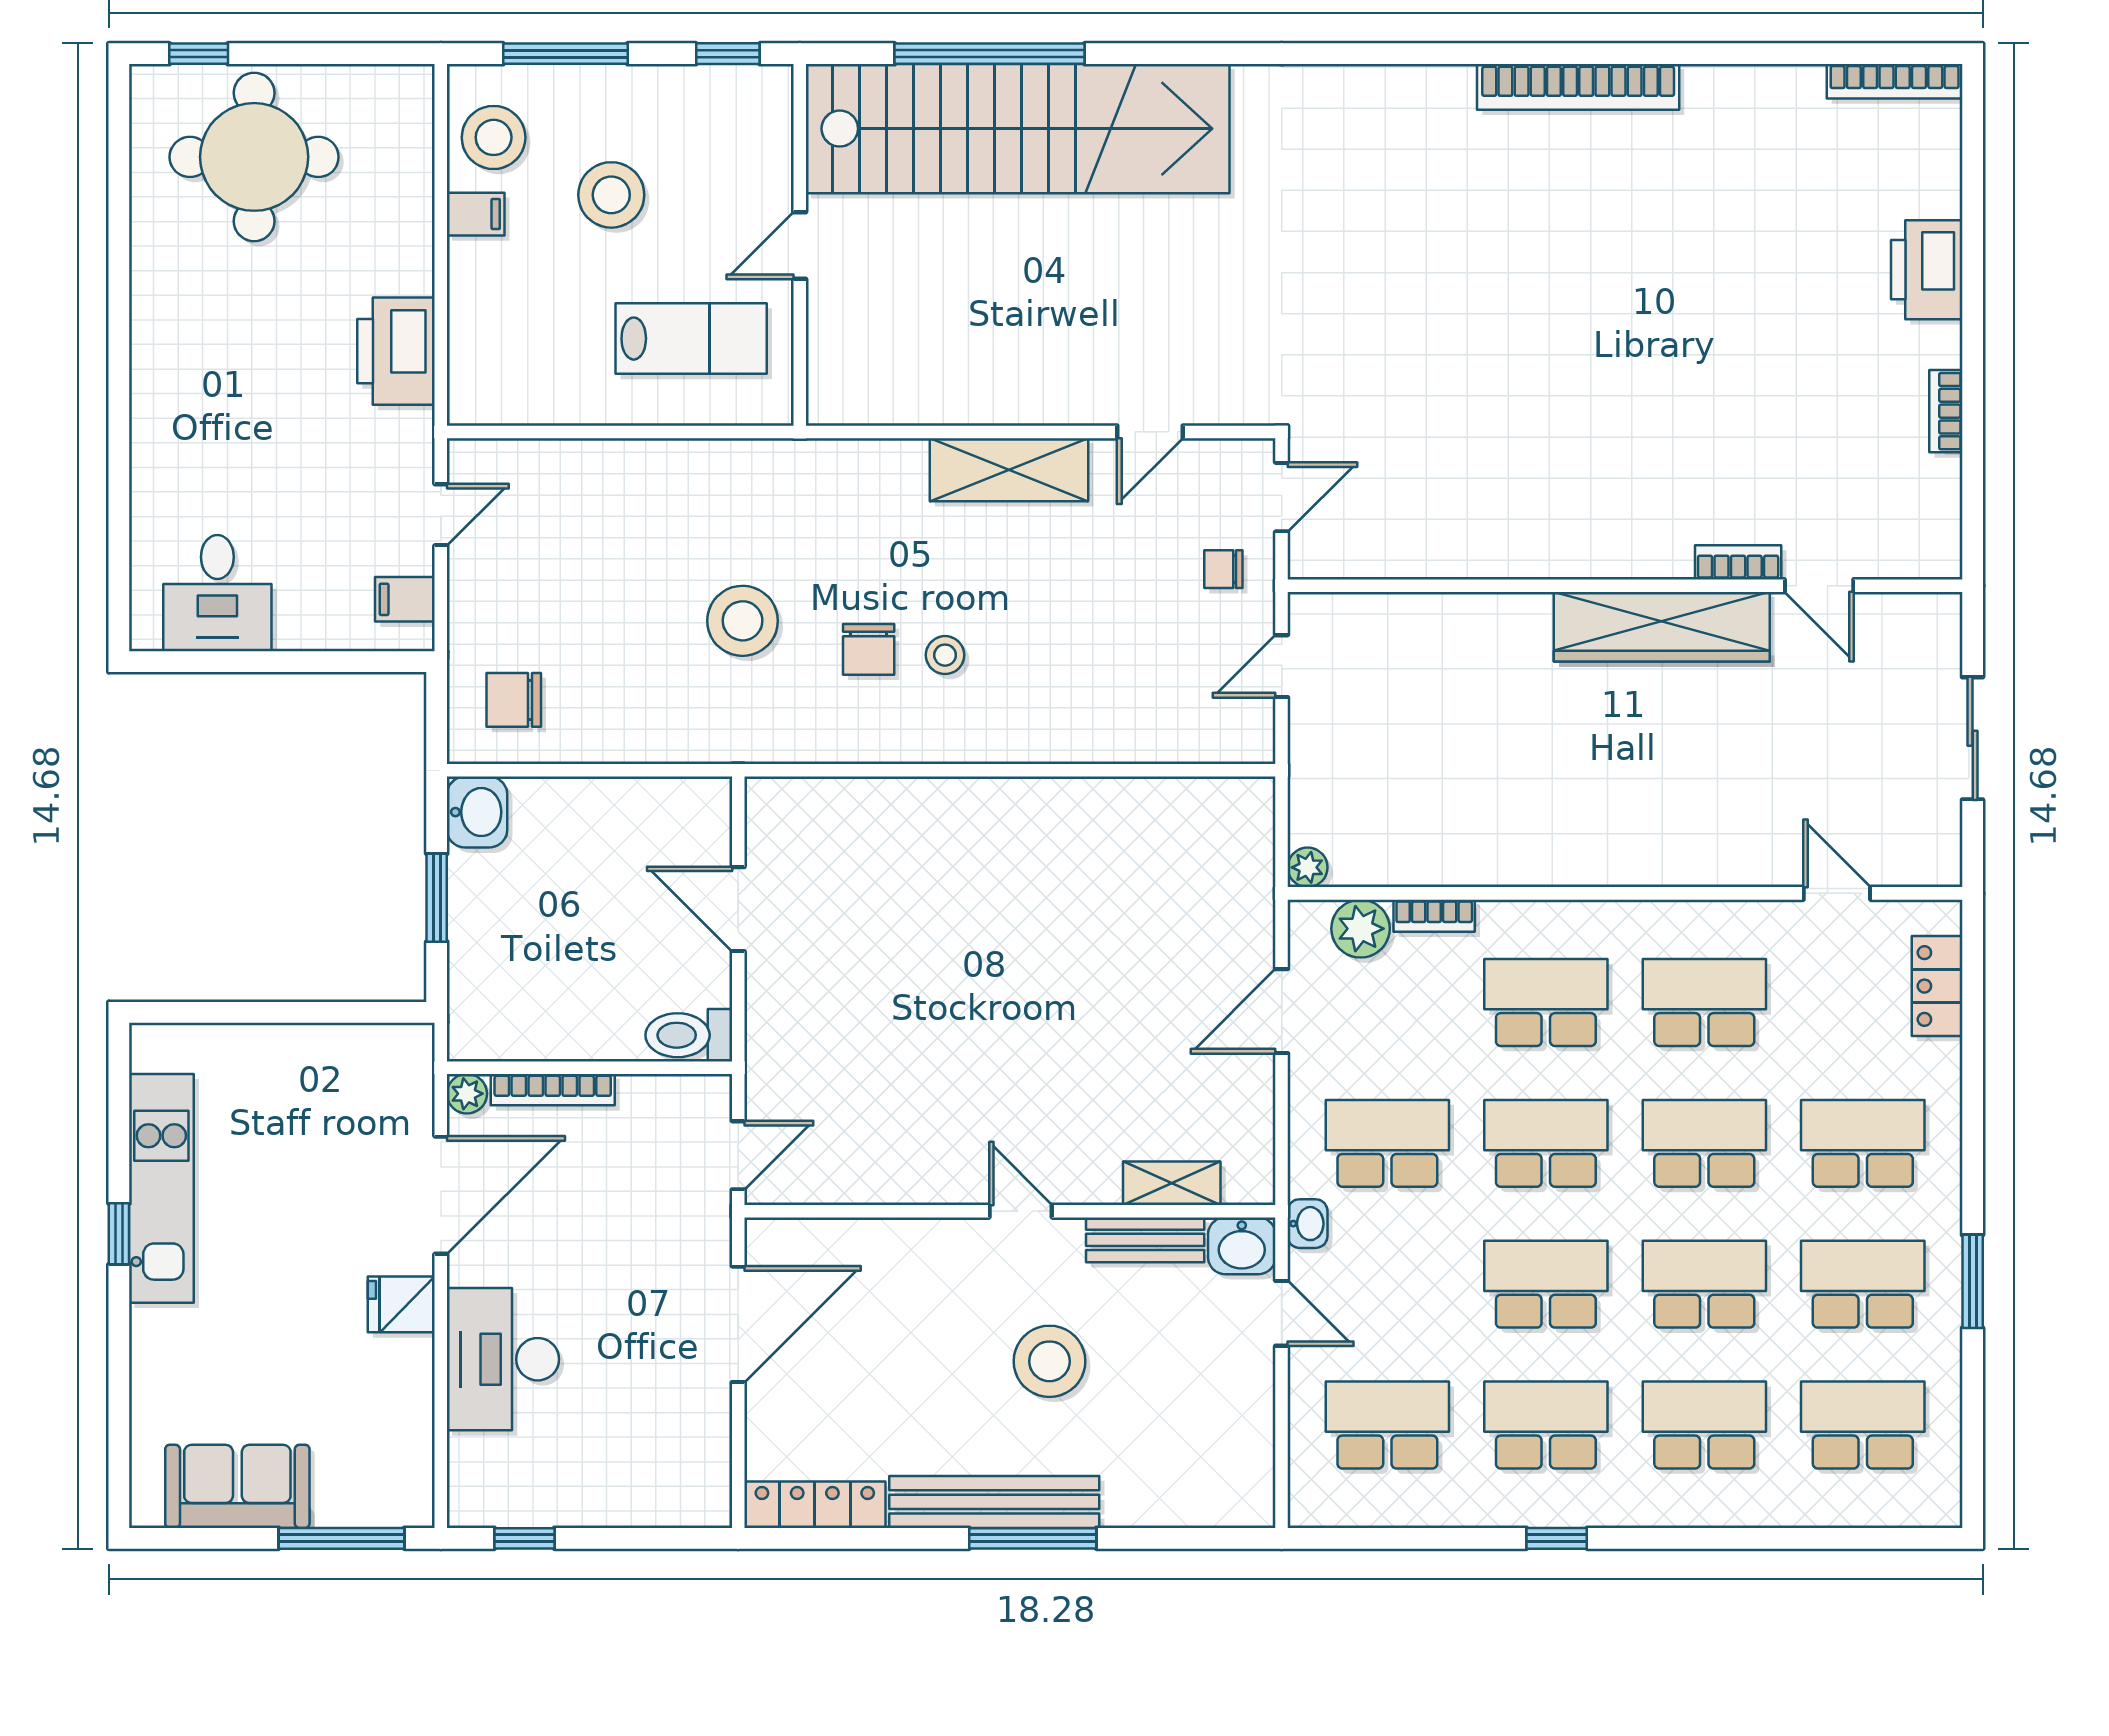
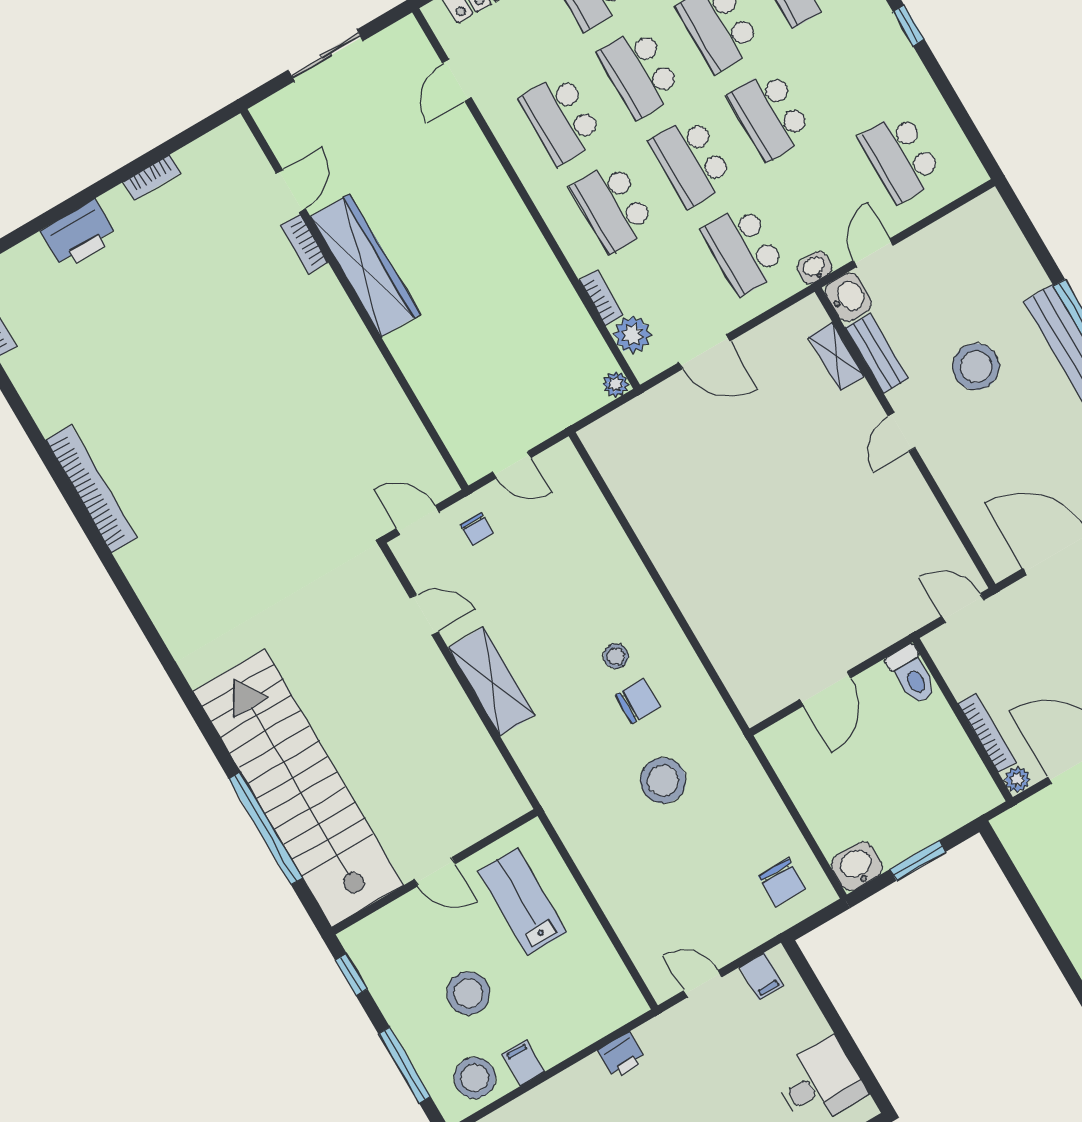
printer: (396, 351) -> (622, 1055), width x0.53, depth x0.68
school desk: (1546, 1425) -> (849, 69), removed

